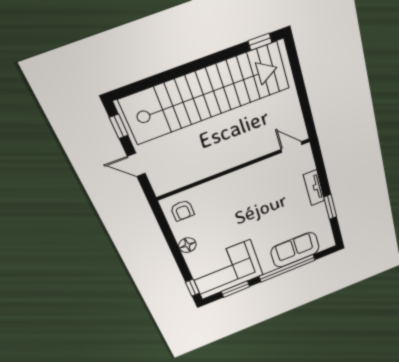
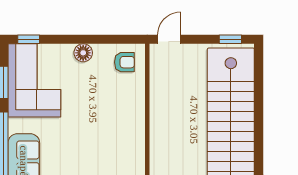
door: (136, 165) -> (169, 39), moved
armchair: (182, 210) -> (124, 62), turned 180

